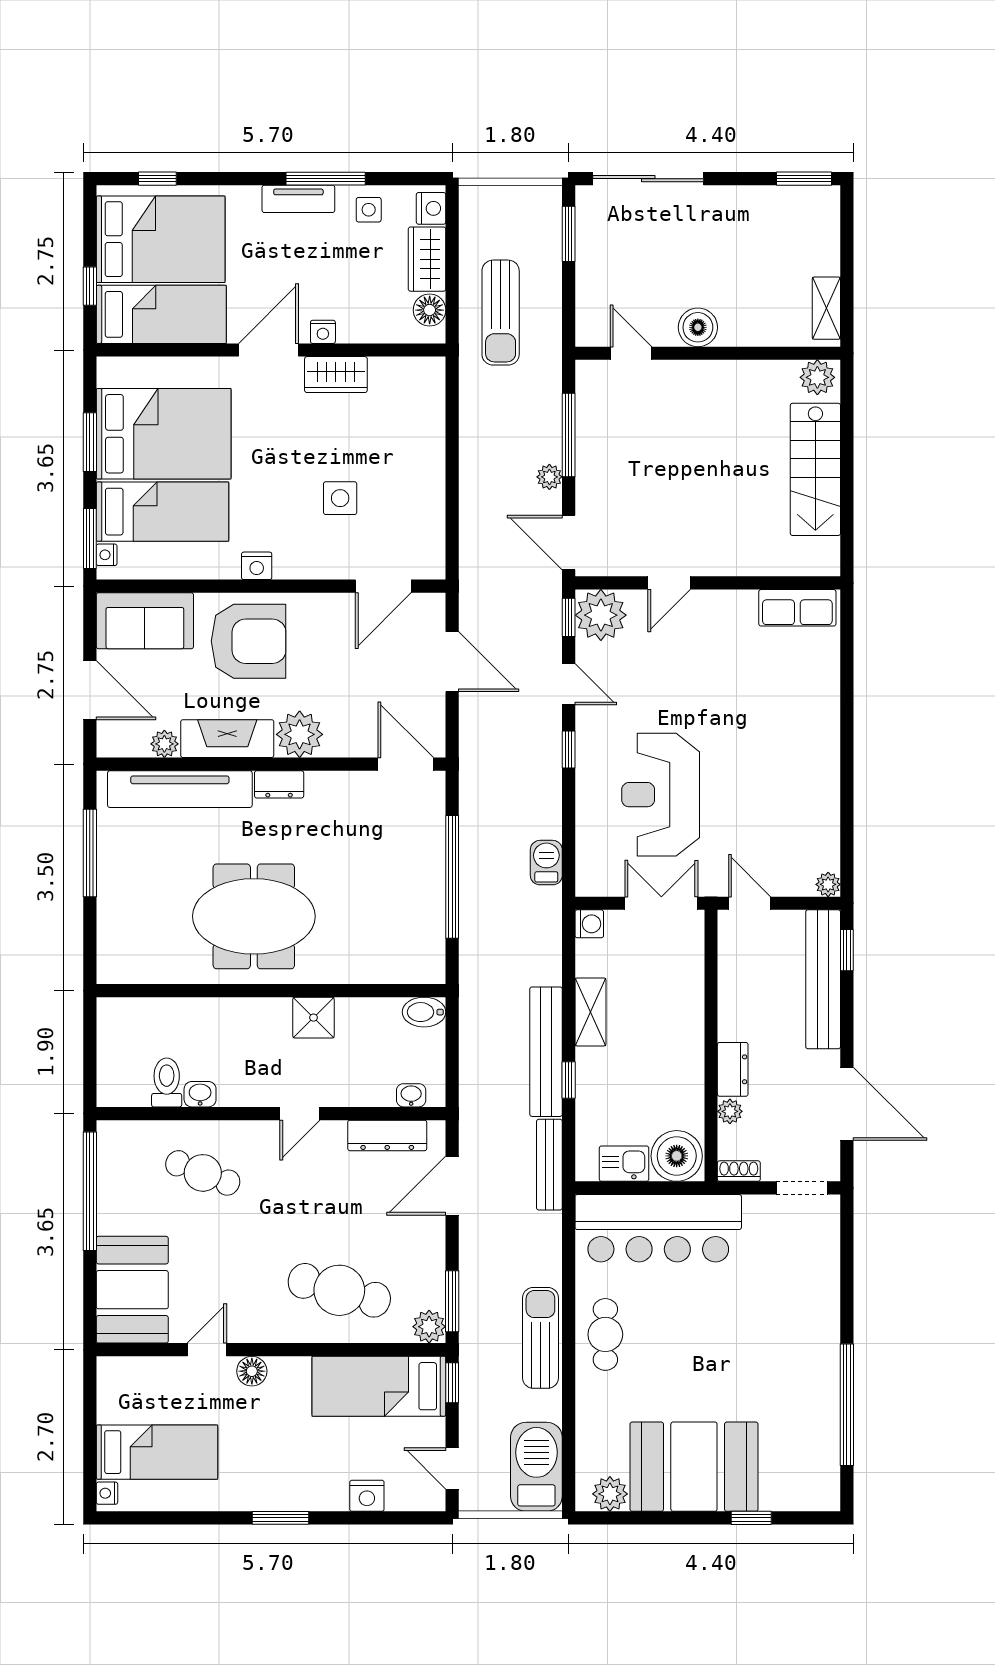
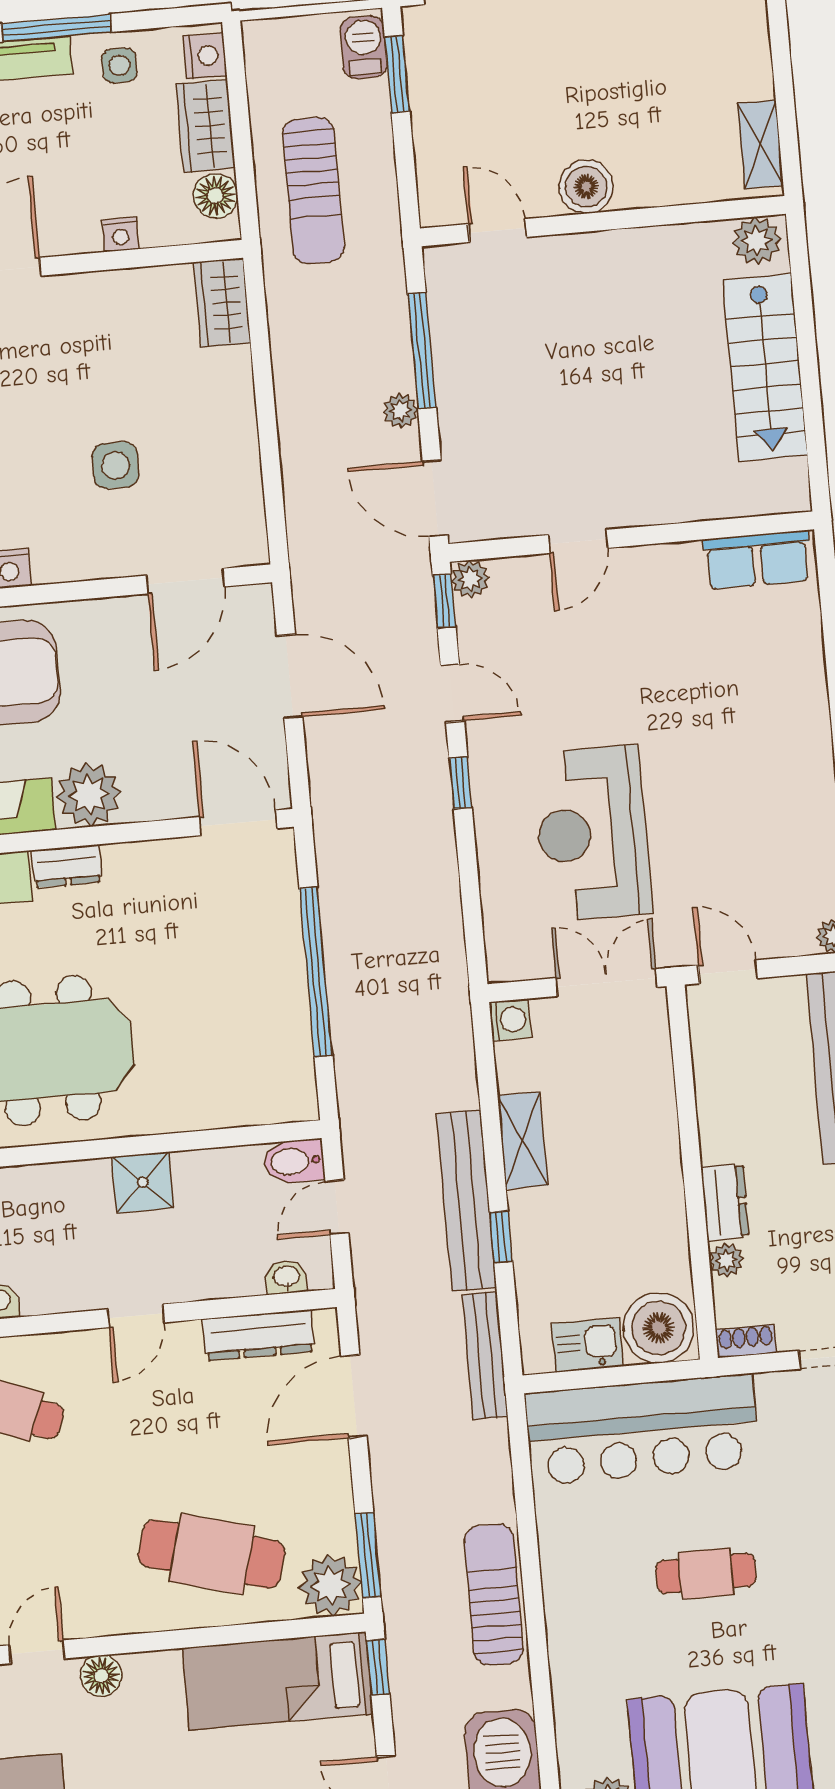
nightstand: (323, 332) -> (121, 235), moved
wardrobe: (336, 375) -> (222, 303), moved, turned 90
plant: (601, 615) -> (470, 579), width x0.53, depth x0.53
barbecue: (546, 863) -> (364, 47), moved
door: (452, 1048) -> (337, 1207), added
plant: (429, 1327) -> (330, 1585), width x1.36, depth x1.36
cafe table: (605, 1334) -> (706, 1573), moved, turned 90

